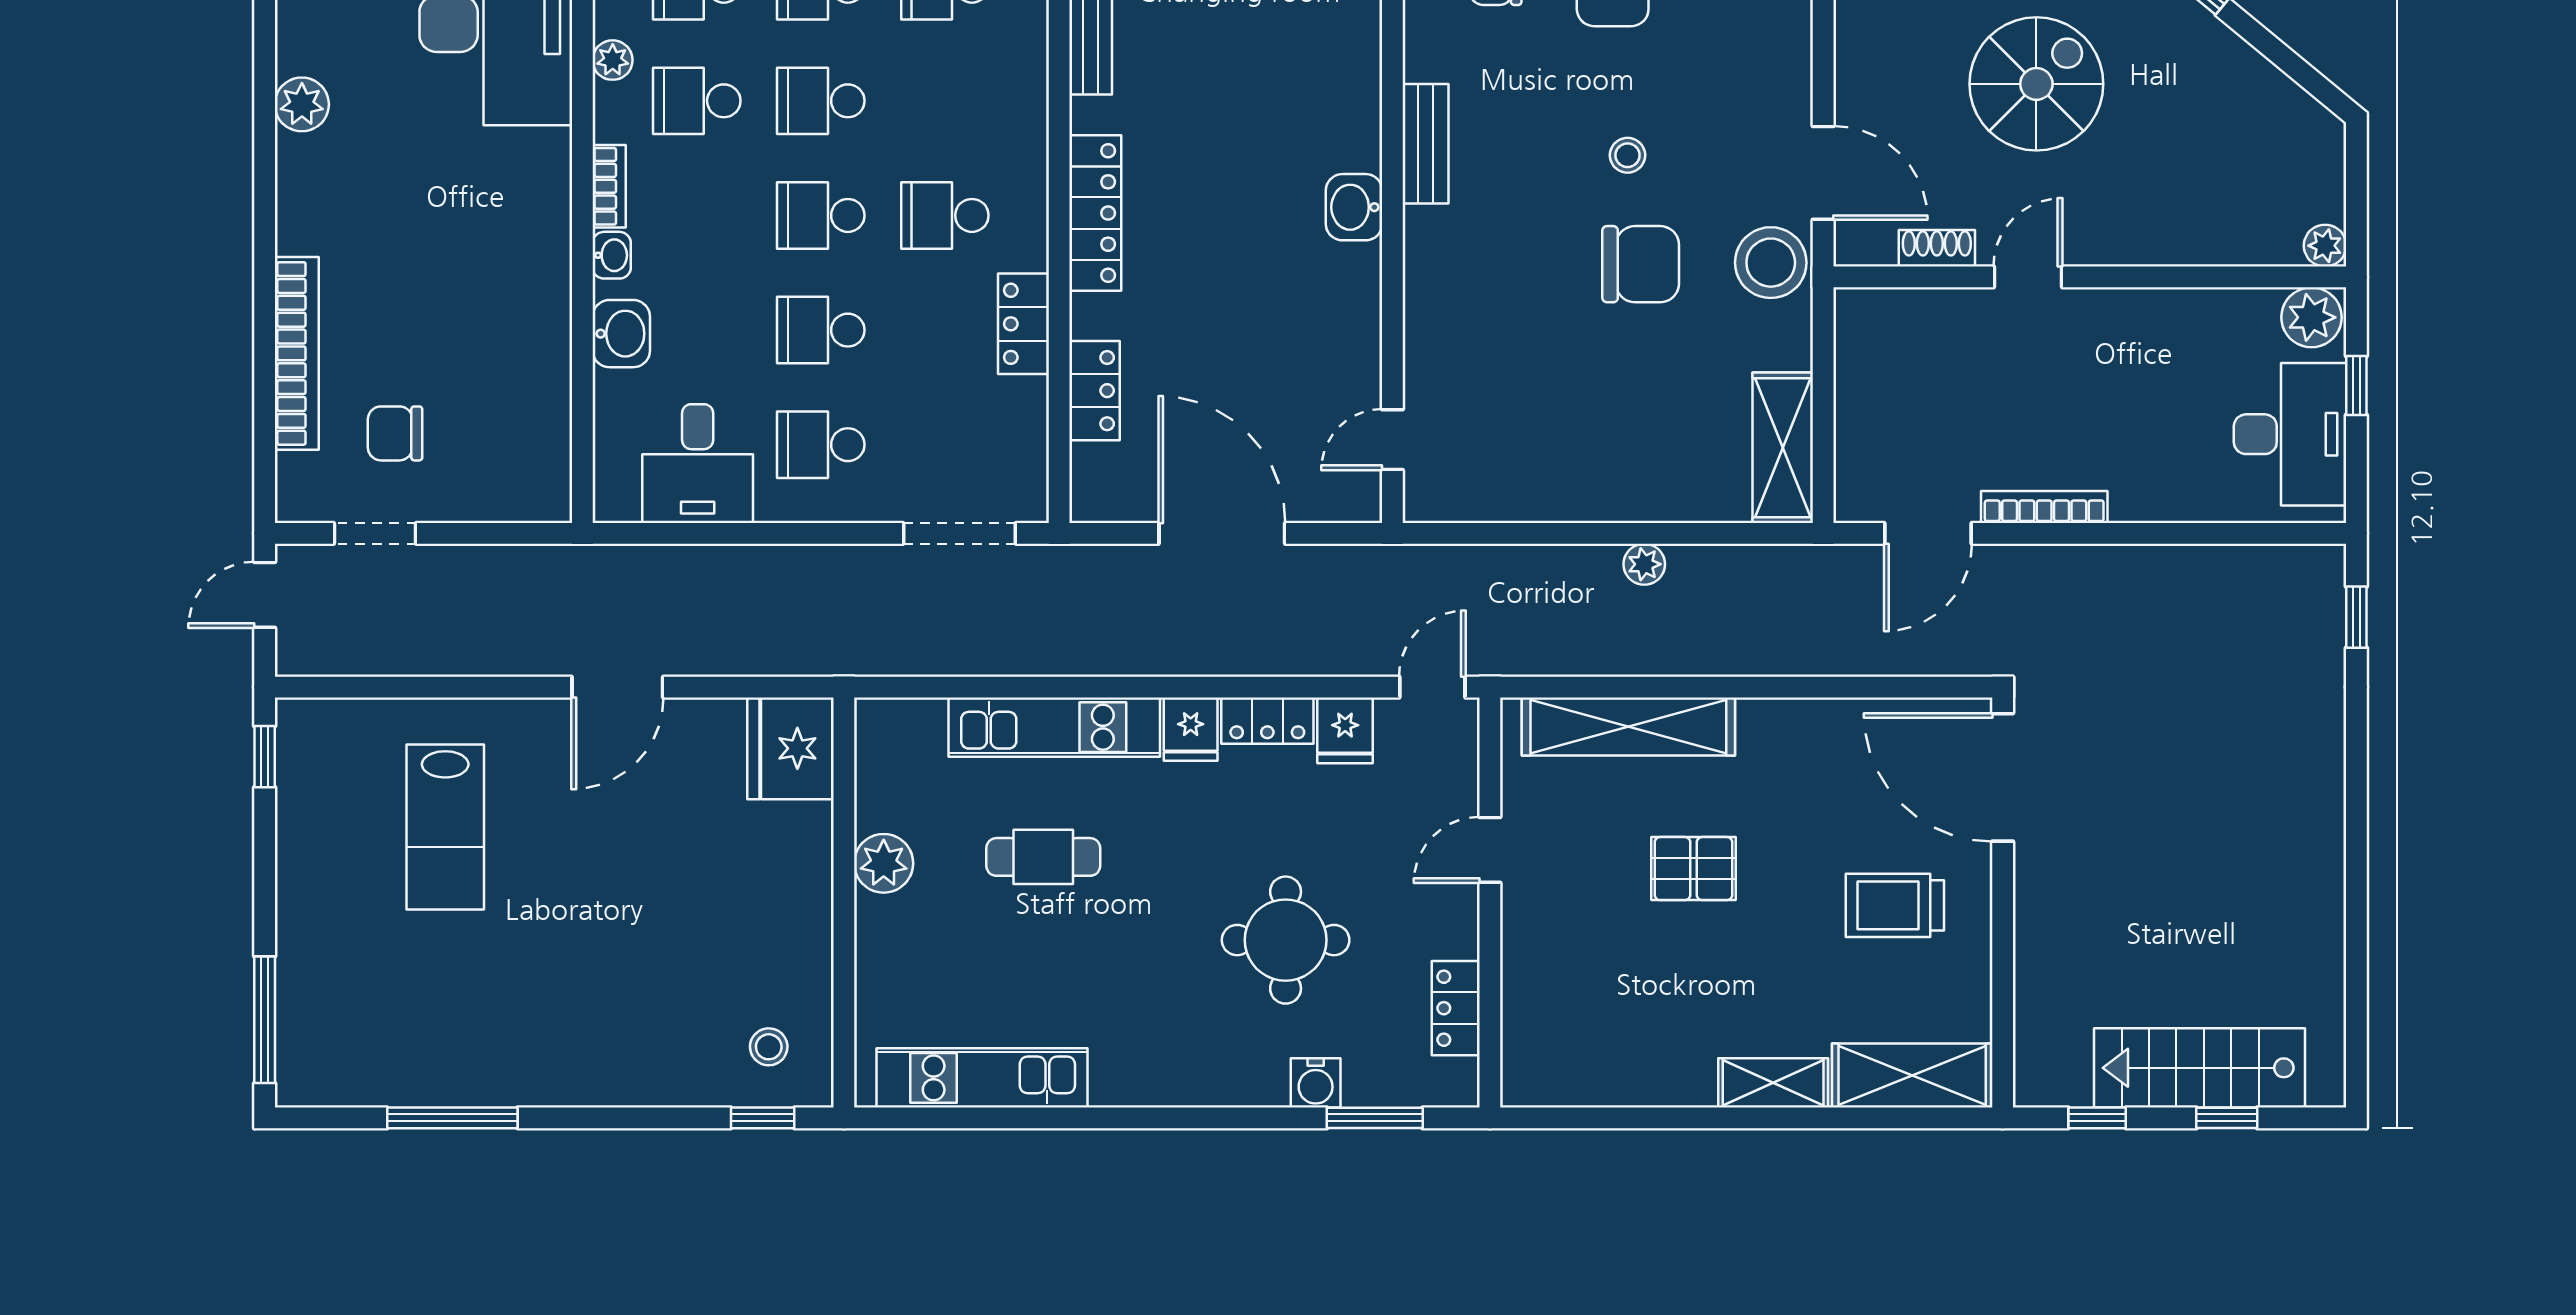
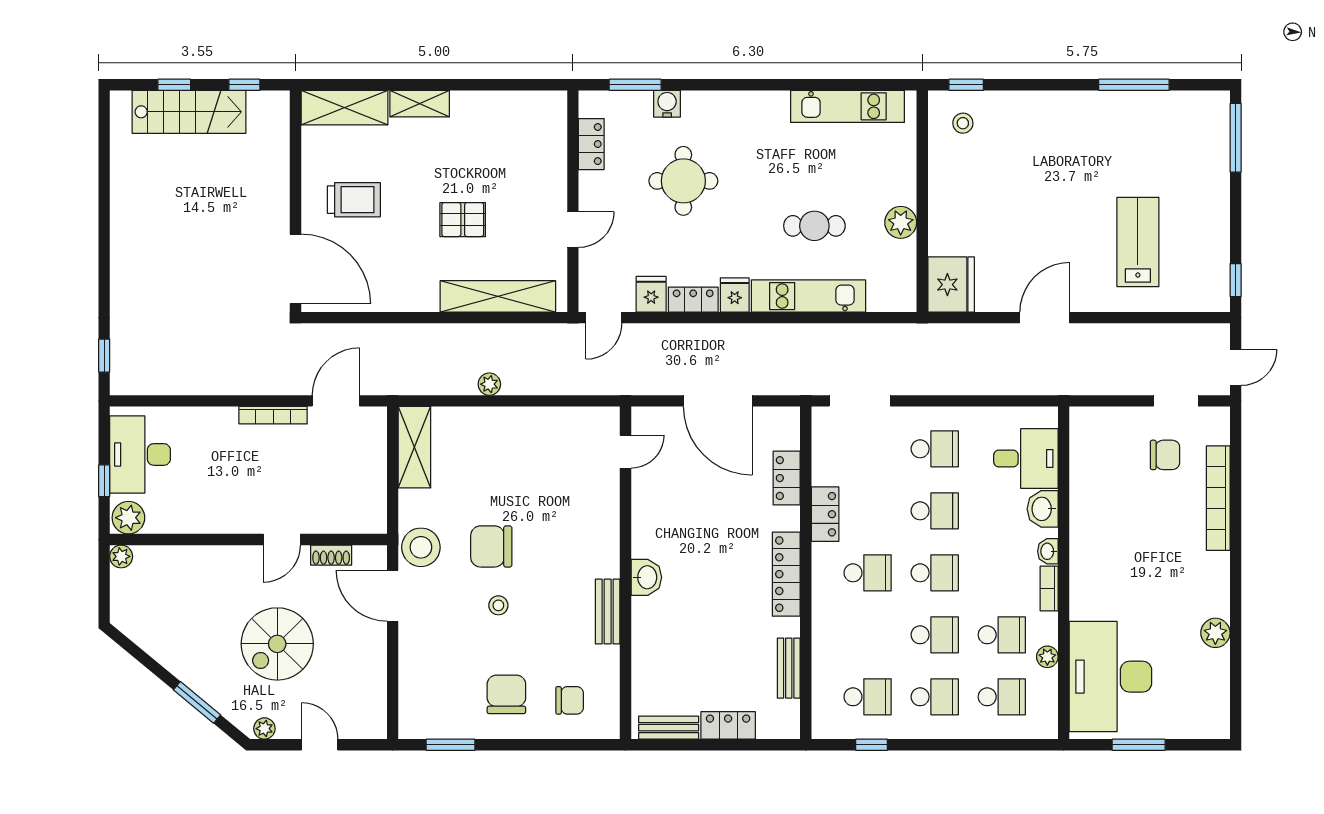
desk: (698, 464) -> (1026, 459), moved, turned 90

